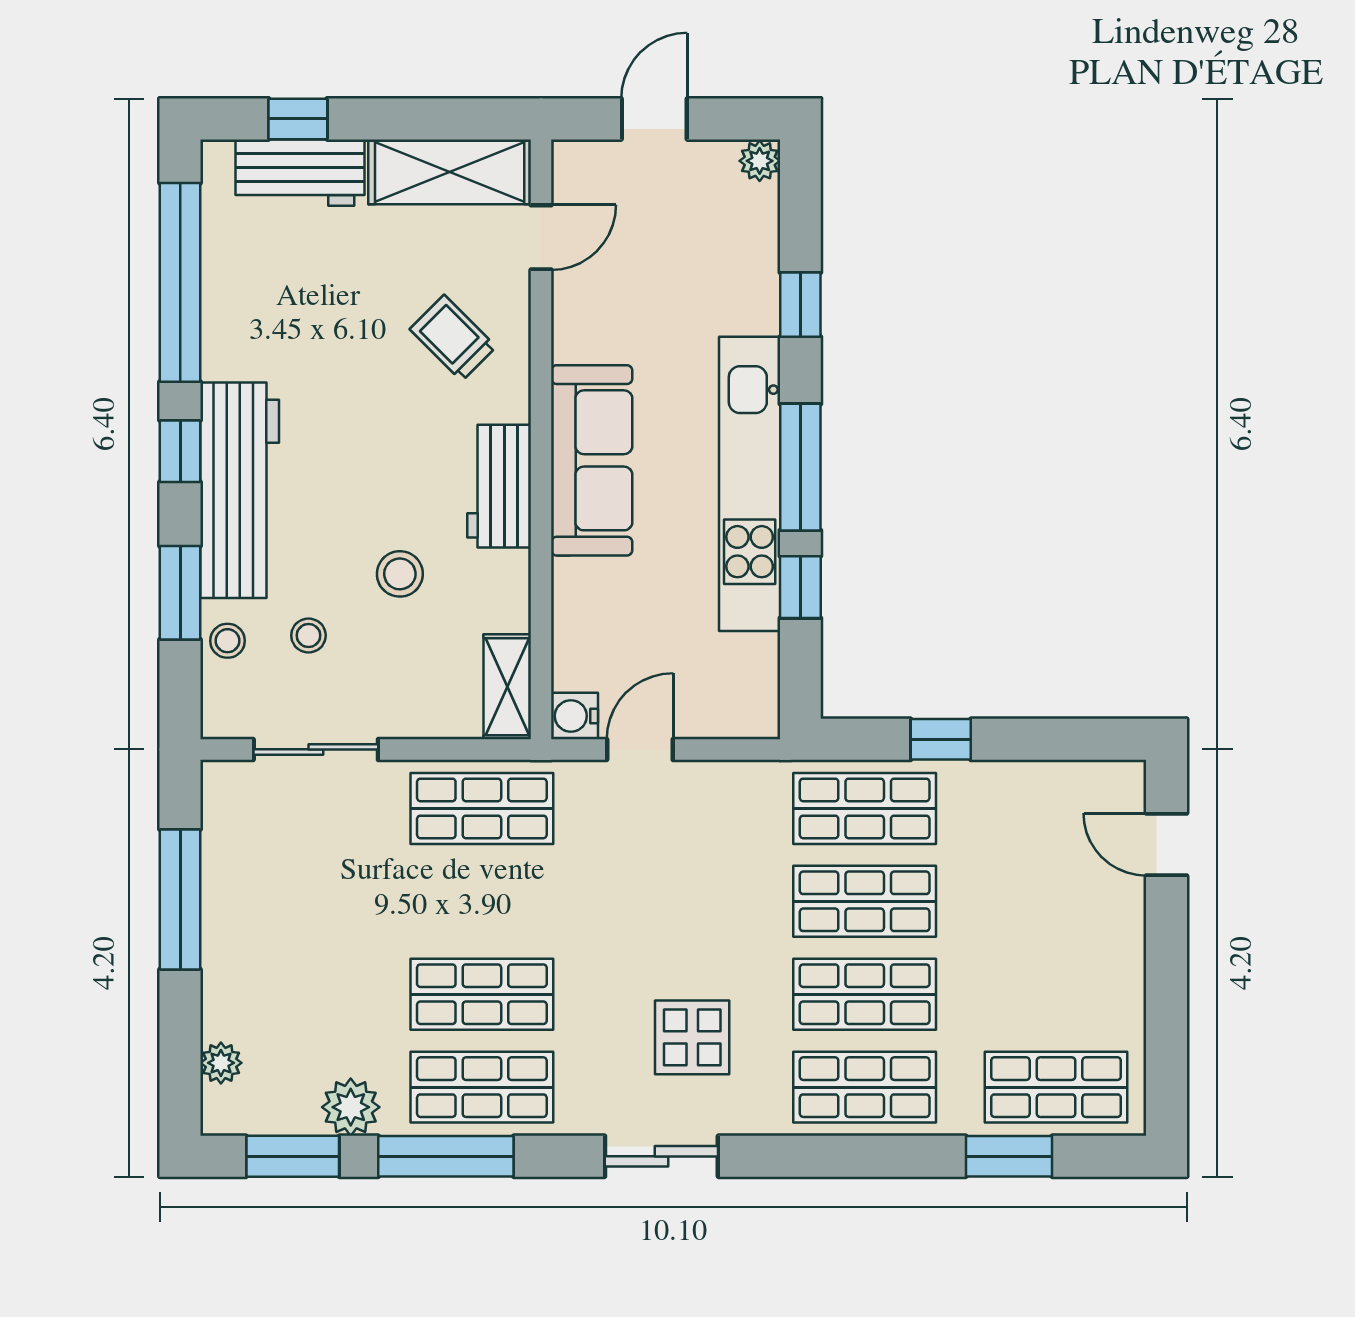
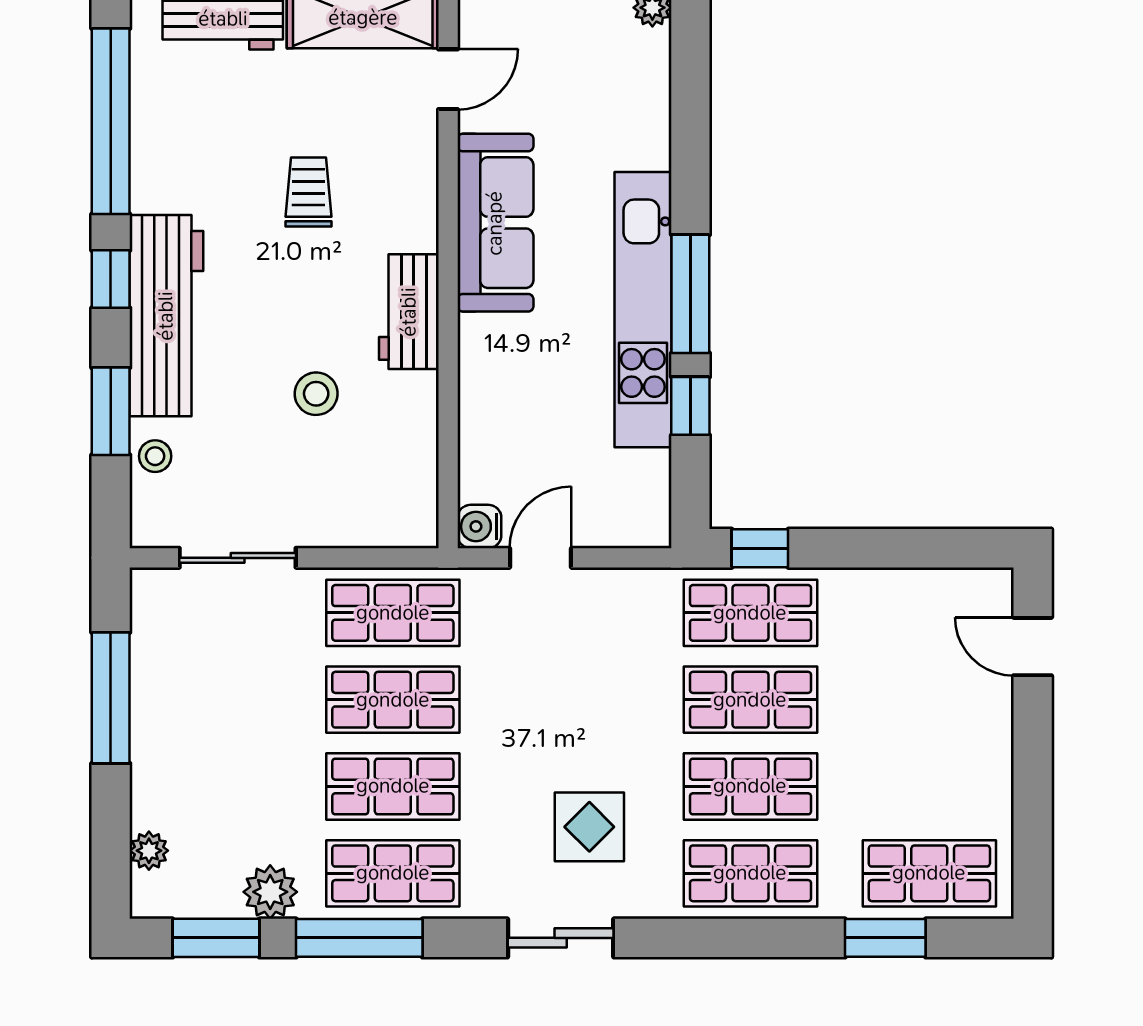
window: (800, 305) -> (690, 142), removed
trolley: (453, 338) -> (308, 192), moved, turned 45
sofa: (592, 460) -> (495, 223), moved
stool: (308, 635) -> (231, 451), removed
shelving: (507, 687) -> (417, 499), removed
window: (941, 739) -> (760, 548), moved
shop shelf: (482, 901) -> (393, 700), added

